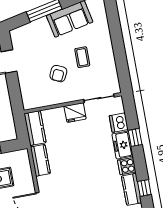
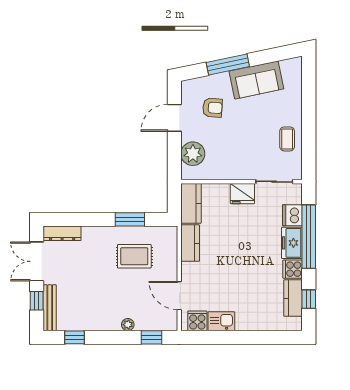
coffee table: (82, 57) -> (287, 139), moved
armchair: (58, 74) -> (213, 108), moved, turned -111
plant: (29, 88) -> (193, 154), added
window: (135, 137) -> (309, 237), width x3.17

